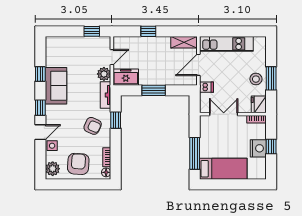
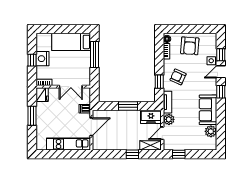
shelving: (184, 42) -> (151, 145), moved
window: (40, 74) -> (221, 55), moved
stool: (256, 79) -> (44, 115), removed
plant: (53, 169) -> (211, 131), moved

